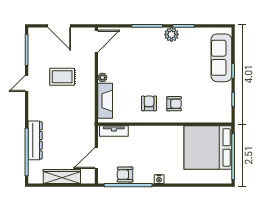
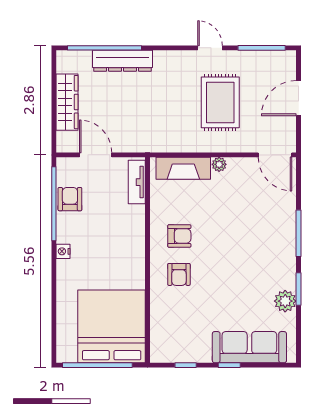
plant: (171, 34) -> (285, 301), moved
rug: (62, 77) -> (220, 102), width x1.36, depth x1.43

